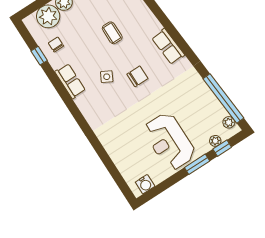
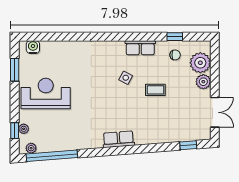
coffee table: (112, 33) -> (155, 90), moved
chair: (137, 76) -> (111, 101), removed
window: (197, 164) -> (15, 70), moved
water cooler: (145, 184) -> (33, 47), moved, turned 90

